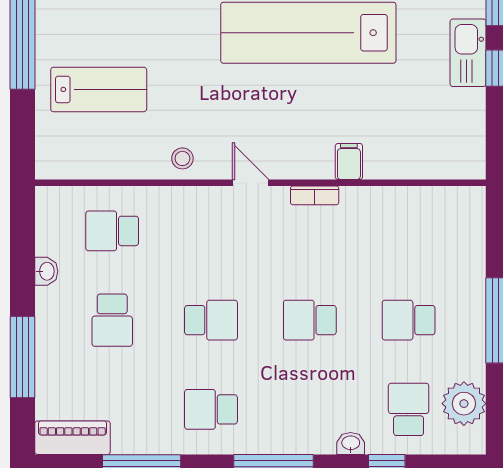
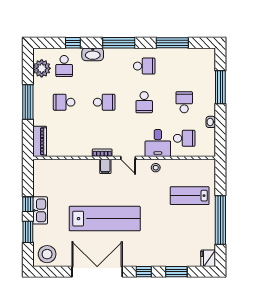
filing cabinet: (349, 162) -> (105, 166), moved
desk: (177, 219) -> (158, 143), added
school desk: (211, 320) -> (144, 102), turned -90
school desk: (409, 320) -> (64, 102), turned 180
piano: (73, 438) -> (40, 141), moved, turned -90
washbasin: (351, 443) -> (93, 54), width x1.91, depth x1.45

